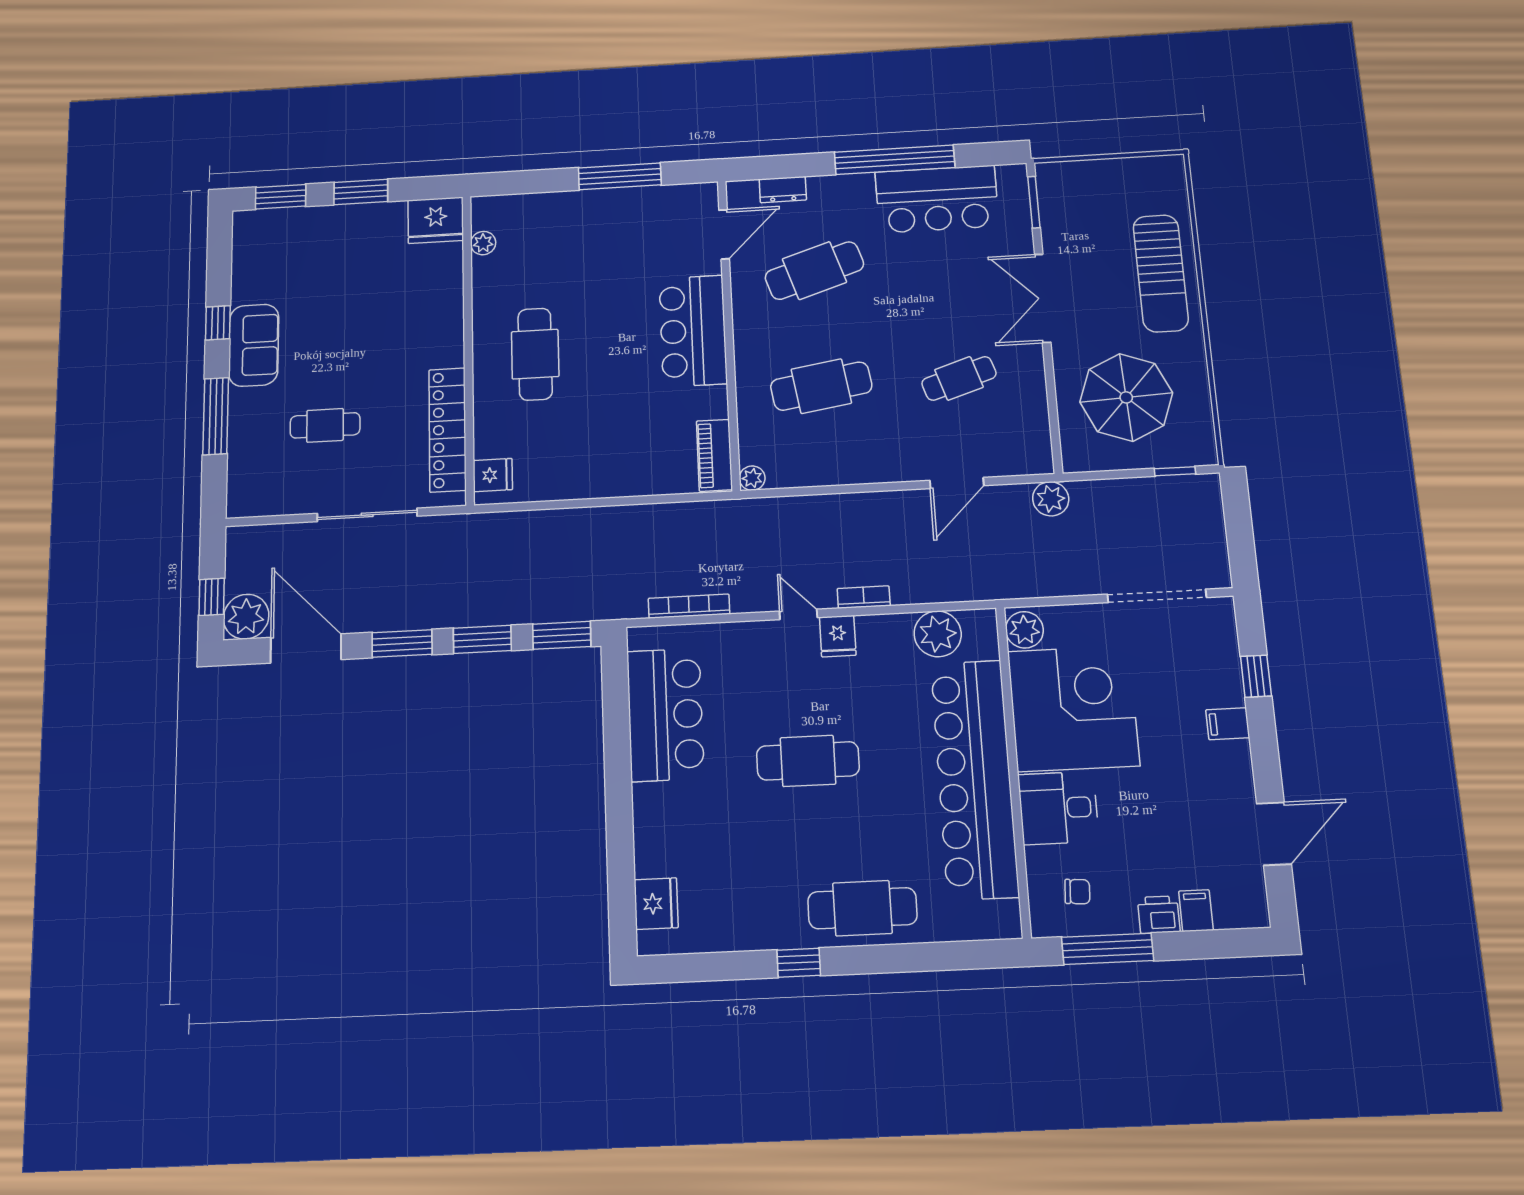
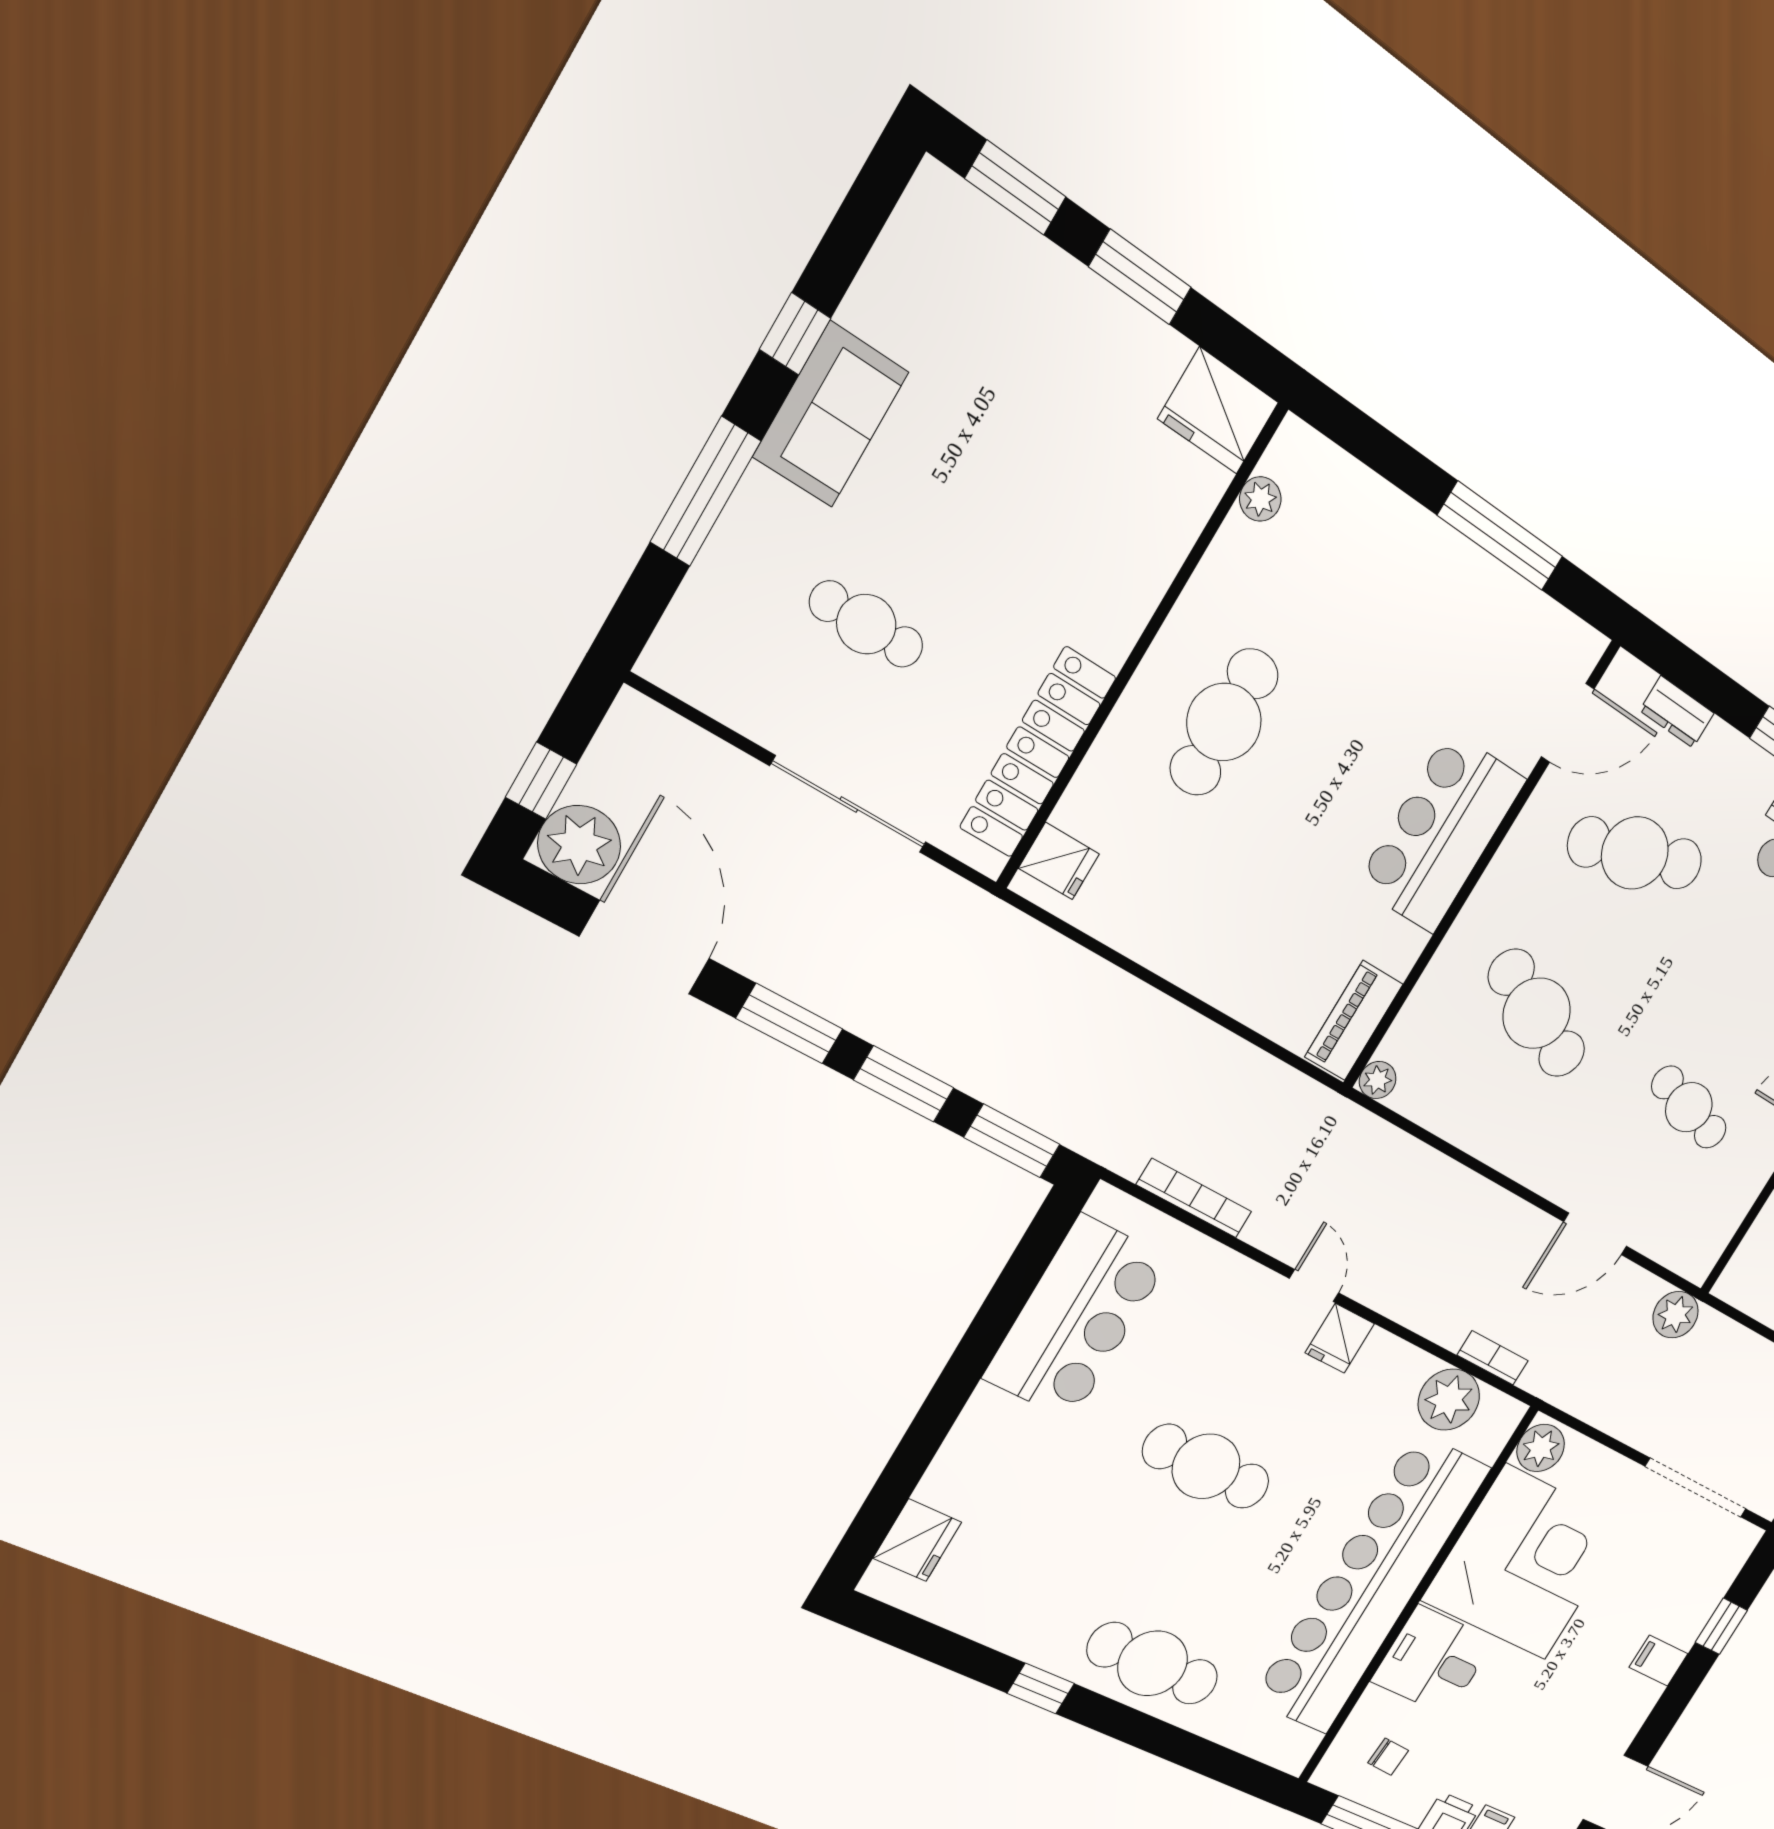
cafe table: (959, 378) -> (1689, 1107), turned 33
cafe table: (821, 386) -> (1537, 1013), turned 33
bookcase: (864, 597) -> (1493, 1358), moved

